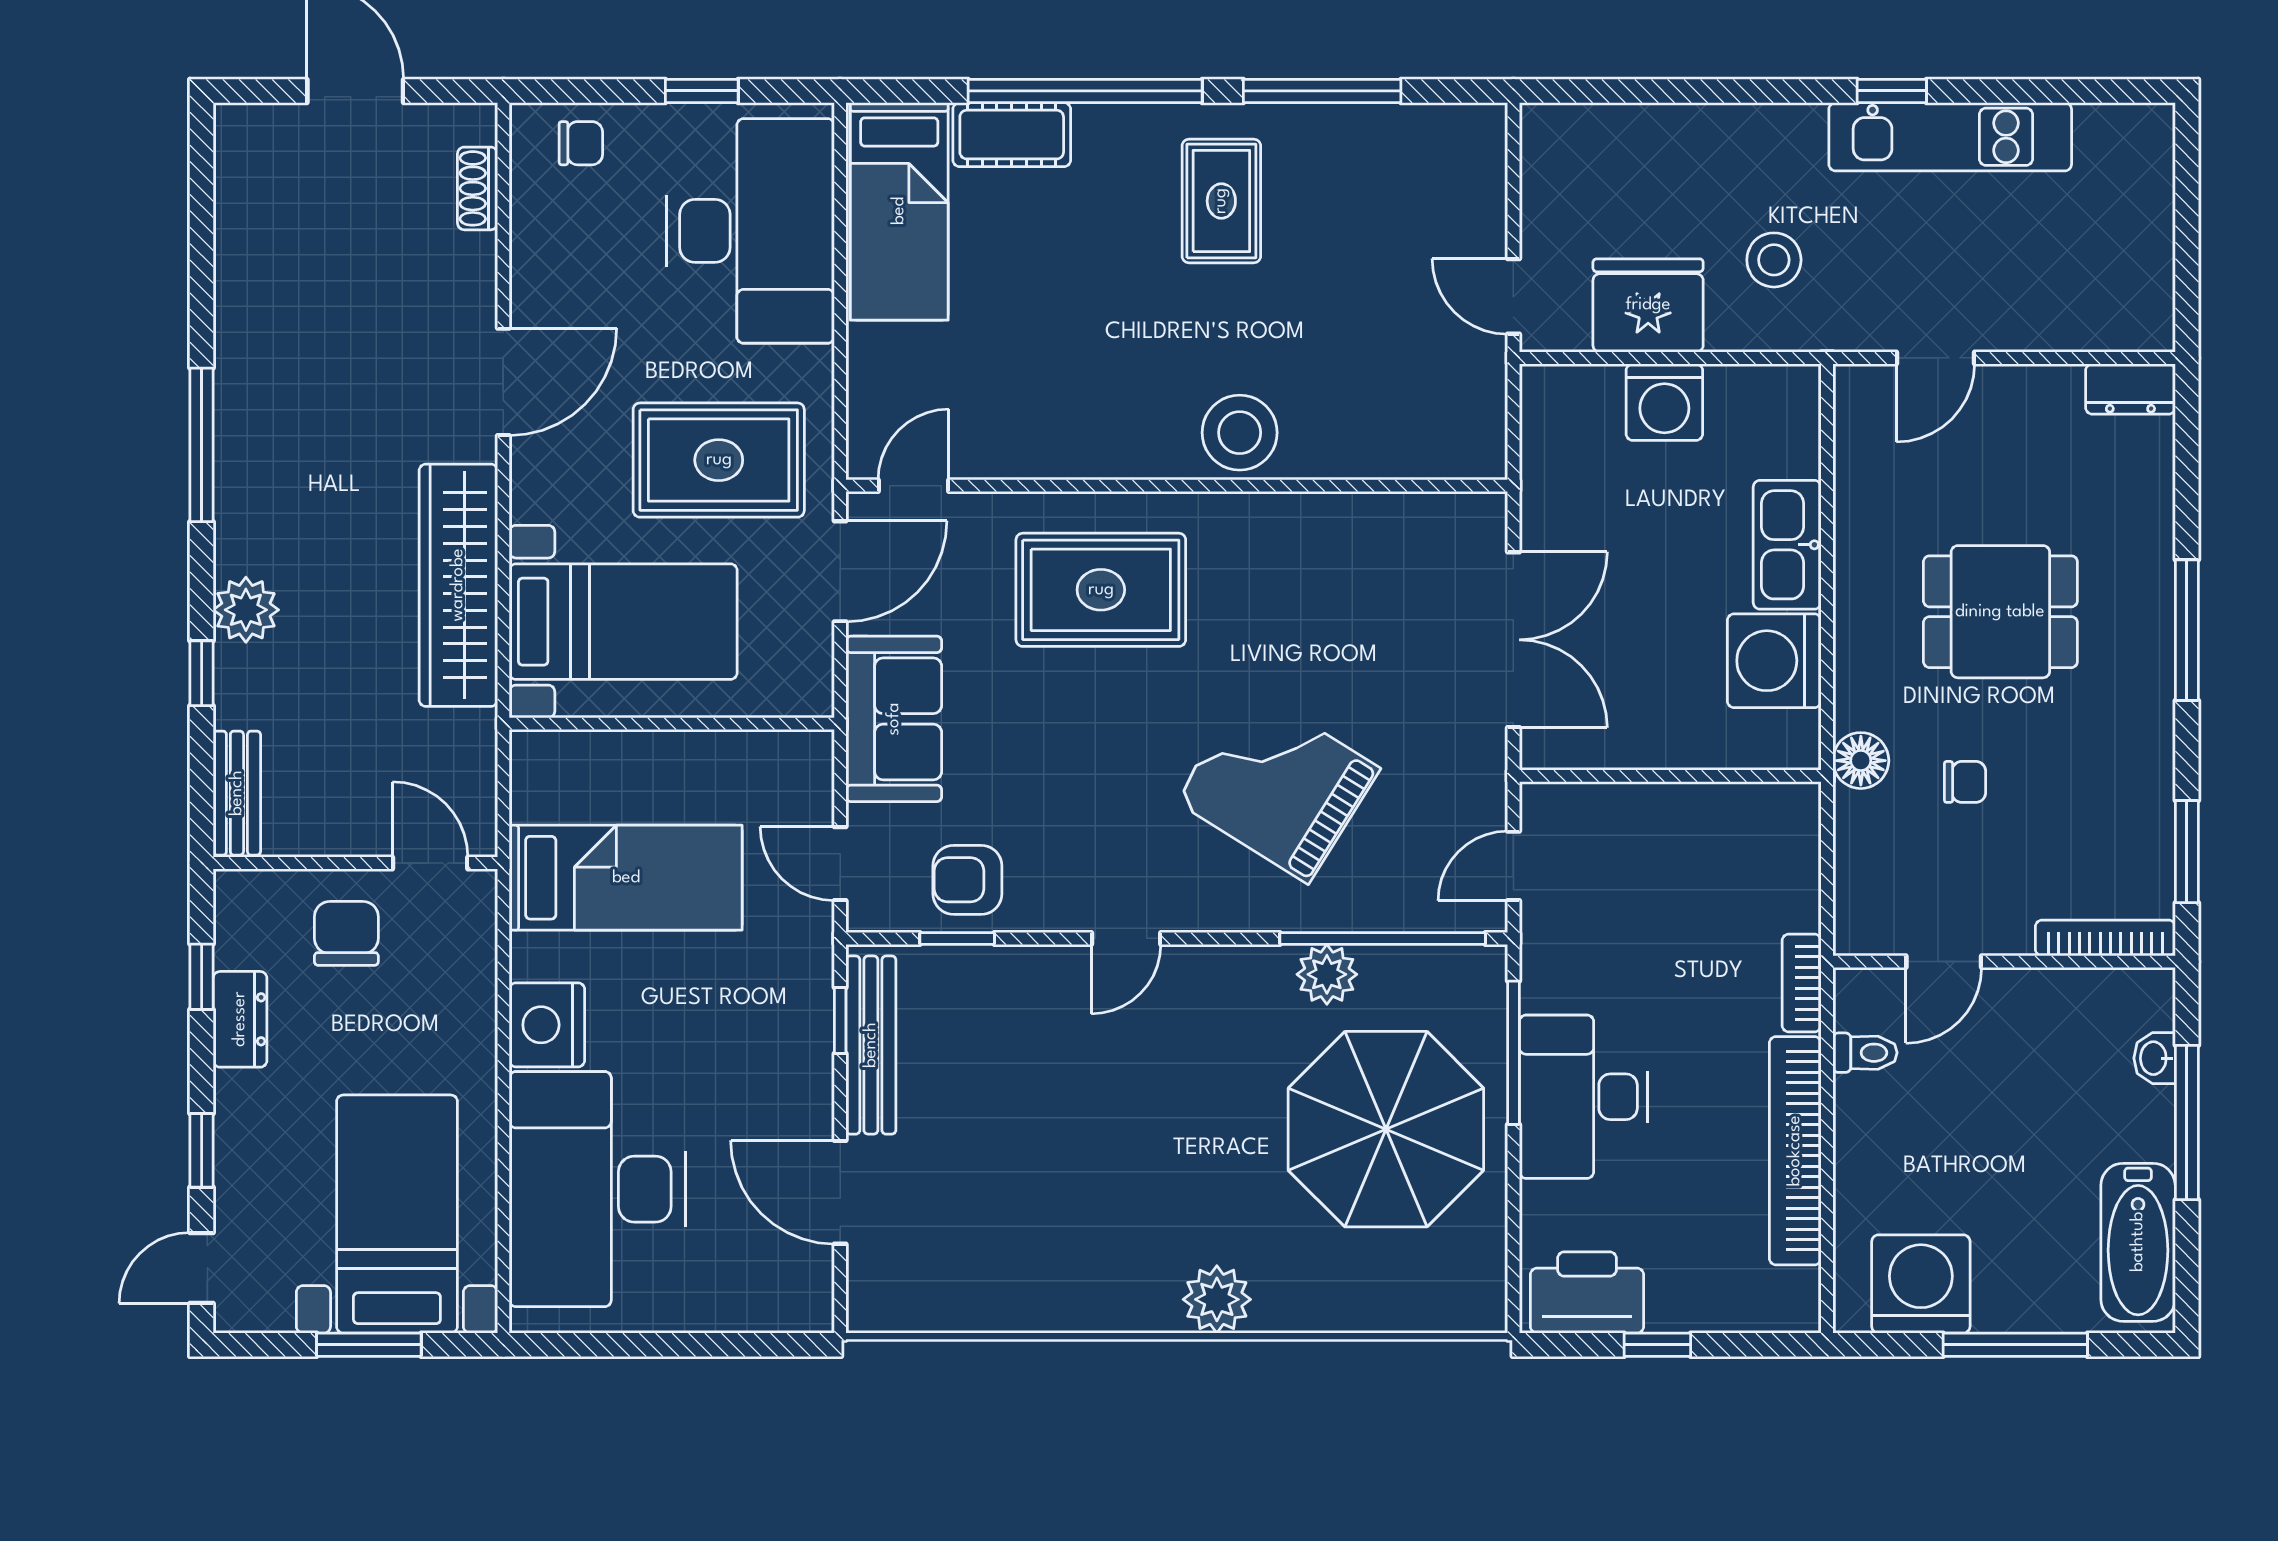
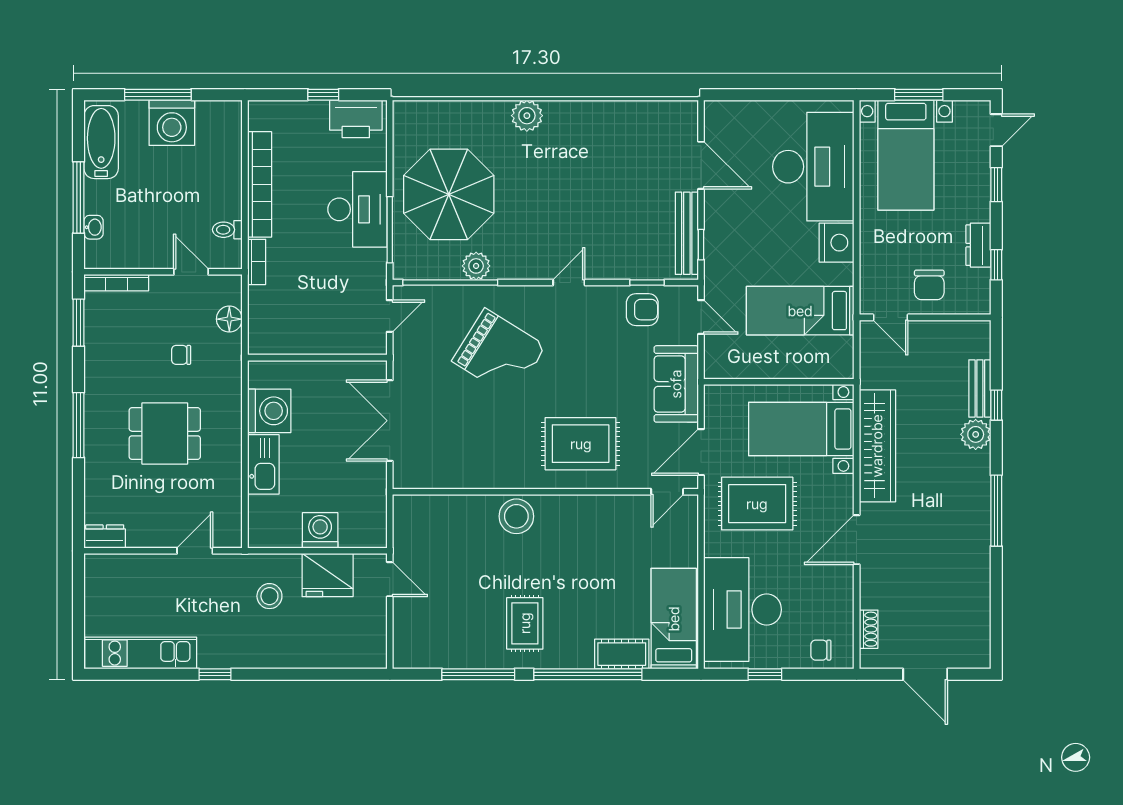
kitchen unit: (1950, 137) -> (141, 653), moved
floor lamp: (1861, 761) -> (229, 319), moved
bench: (237, 793) -> (980, 388), moved
door: (1944, 962) -> (191, 272), hinge flipped
washing machine: (1921, 1284) -> (172, 123), moved

